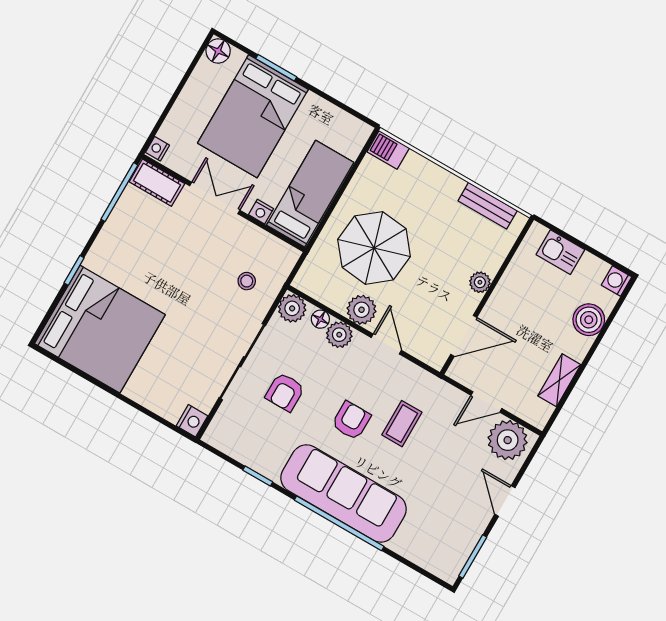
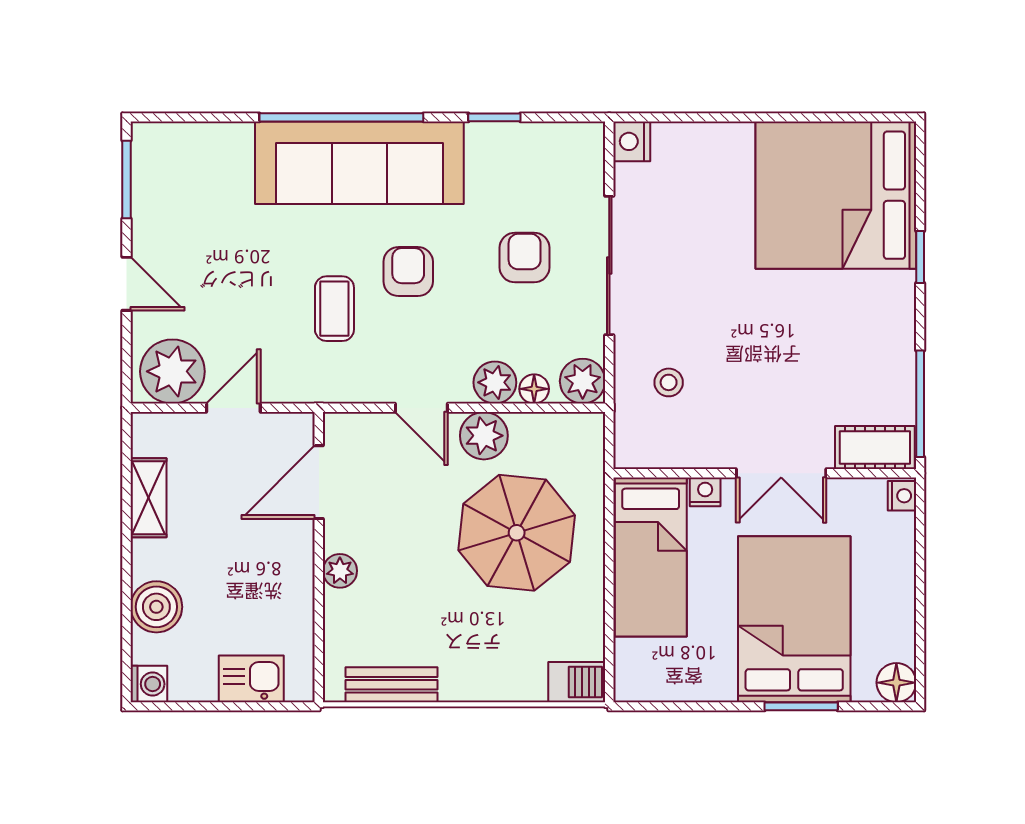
armchair: (351, 421) -> (408, 272), turned 180

